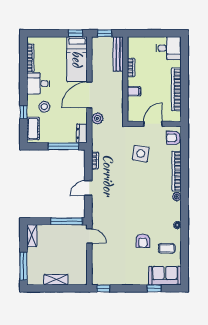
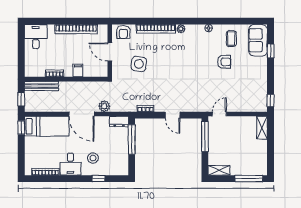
cot: (33, 129) -> (114, 169), removed
shelving: (56, 280) -> (262, 128), moved

